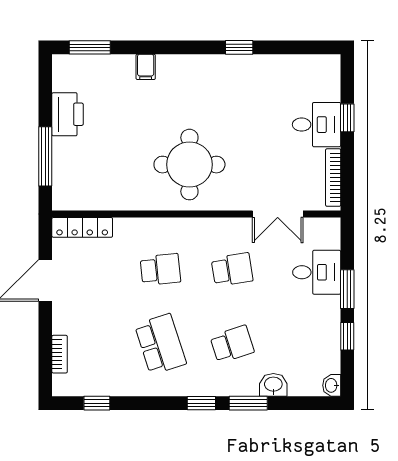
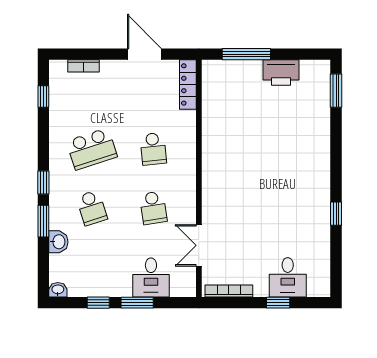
filing cabinet: (146, 67) -> (320, 137), removed
desk: (316, 125) -> (288, 277), moved
round table: (189, 165) -> (240, 173), removed

